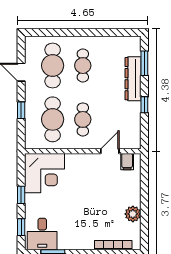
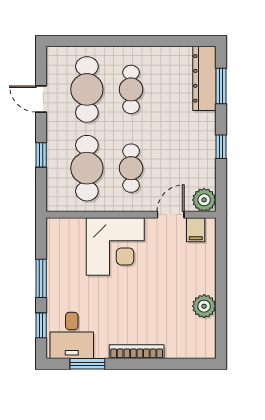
dresser: (133, 79) -> (204, 78), moved
plant: (133, 141) -> (204, 200), added
corner desk: (45, 173) -> (115, 247), moved
window: (21, 195) -> (41, 278), width x1.50
bookcase: (113, 245) -> (137, 352), moved

